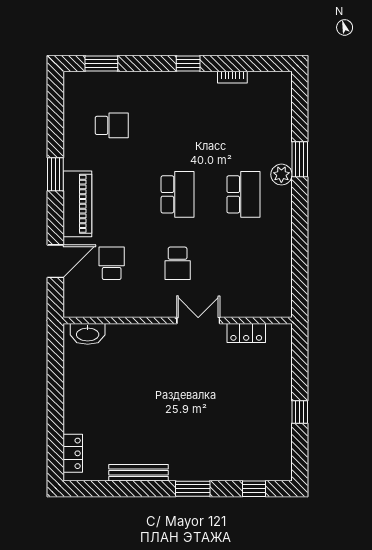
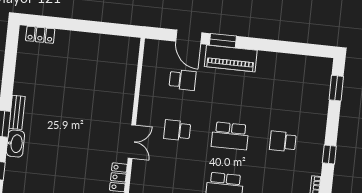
school desk: (112, 125) -> (283, 141), moved, turned 90
window: (55, 174) -> (223, 41), moved
washbasin: (88, 334) -> (15, 144), moved, turned 180
bench: (138, 473) -> (17, 112), moved, width x0.73

